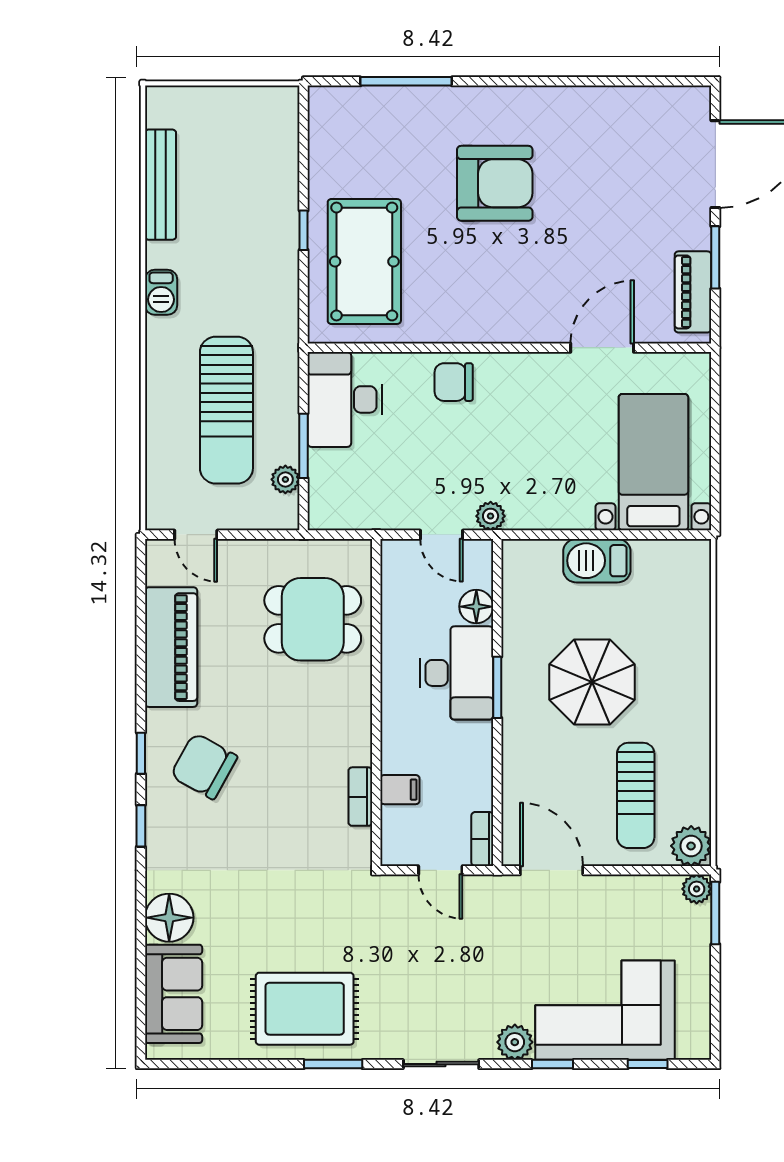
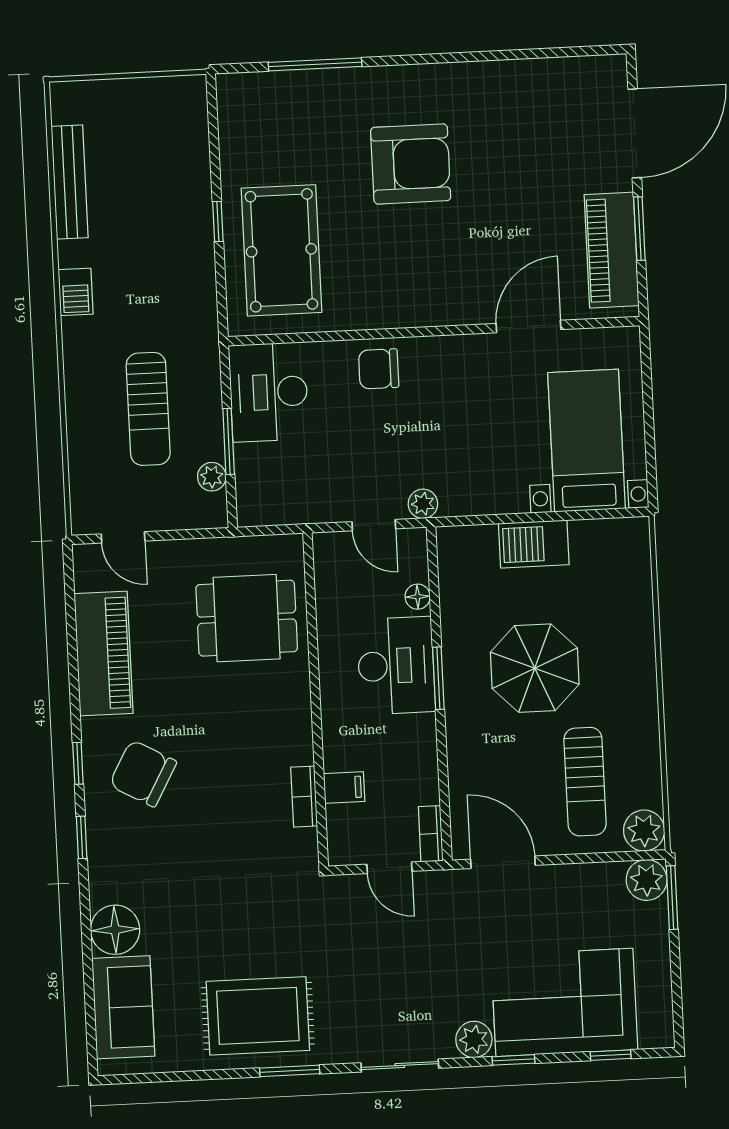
piano: (693, 292) -> (612, 250), width x1.37, depth x1.33
sun lounger: (226, 410) -> (148, 409), width x0.73, depth x0.75
floor lamp: (476, 607) -> (418, 597), width x0.73, depth x0.73
plant: (697, 889) -> (647, 880), width x1.38, depth x1.38

